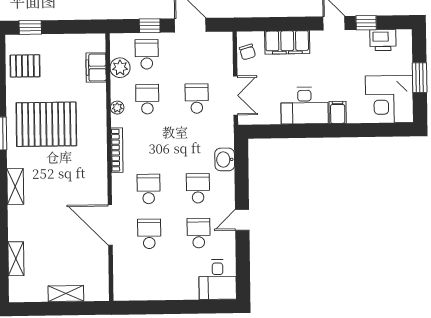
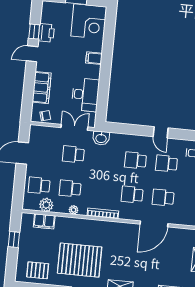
window: (150, 26) -> (20, 181), removed
window: (30, 27) -> (14, 240), moved
printer: (383, 40) -> (46, 33), moved
pallet: (25, 66) -> (38, 270), turned 90
desk: (304, 106) -> (85, 95), moved
pallet: (46, 124) -> (80, 260), turned 90
washbasin: (225, 159) -> (101, 138), moved

